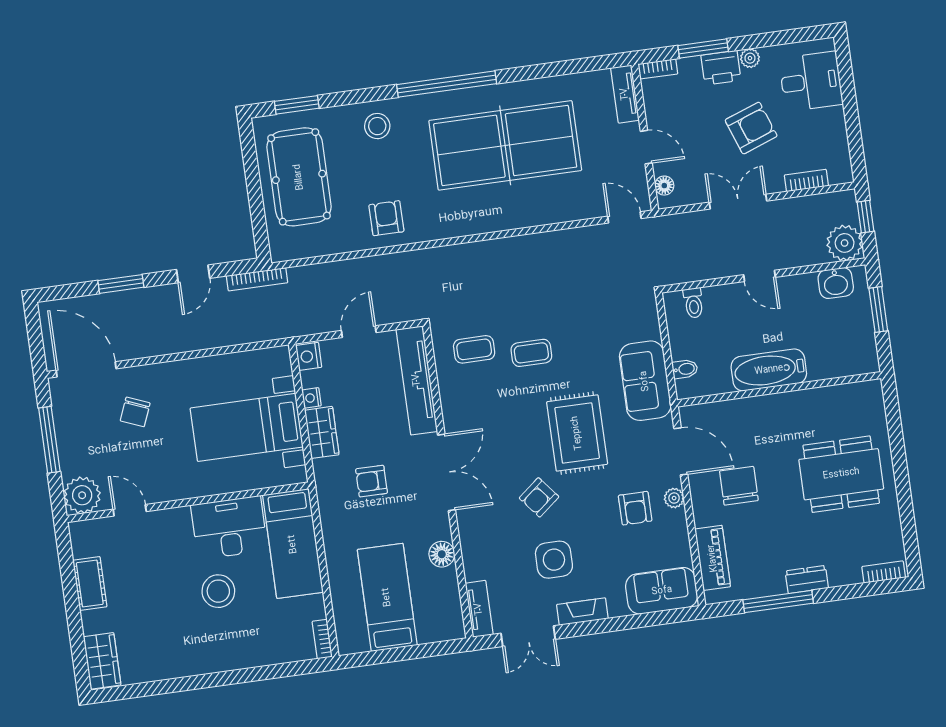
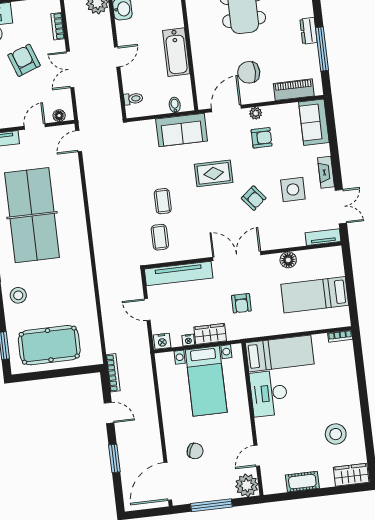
armchair: (386, 218) -> (76, 291), removed
rug: (577, 433) -> (214, 173), width x0.73, depth x0.70
stool: (218, 591) -> (336, 434), moved

